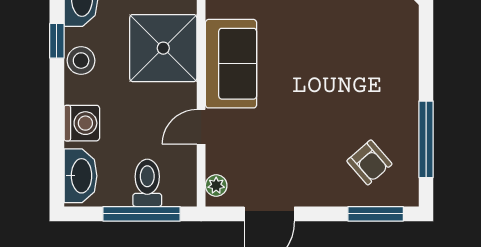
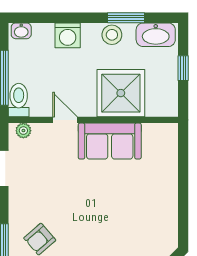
window: (57, 41) -> (126, 18), width x1.50
washbasin: (81, 176) -> (21, 31), width x0.52, depth x0.69
toilet: (147, 183) -> (19, 100), moved, turned -90

